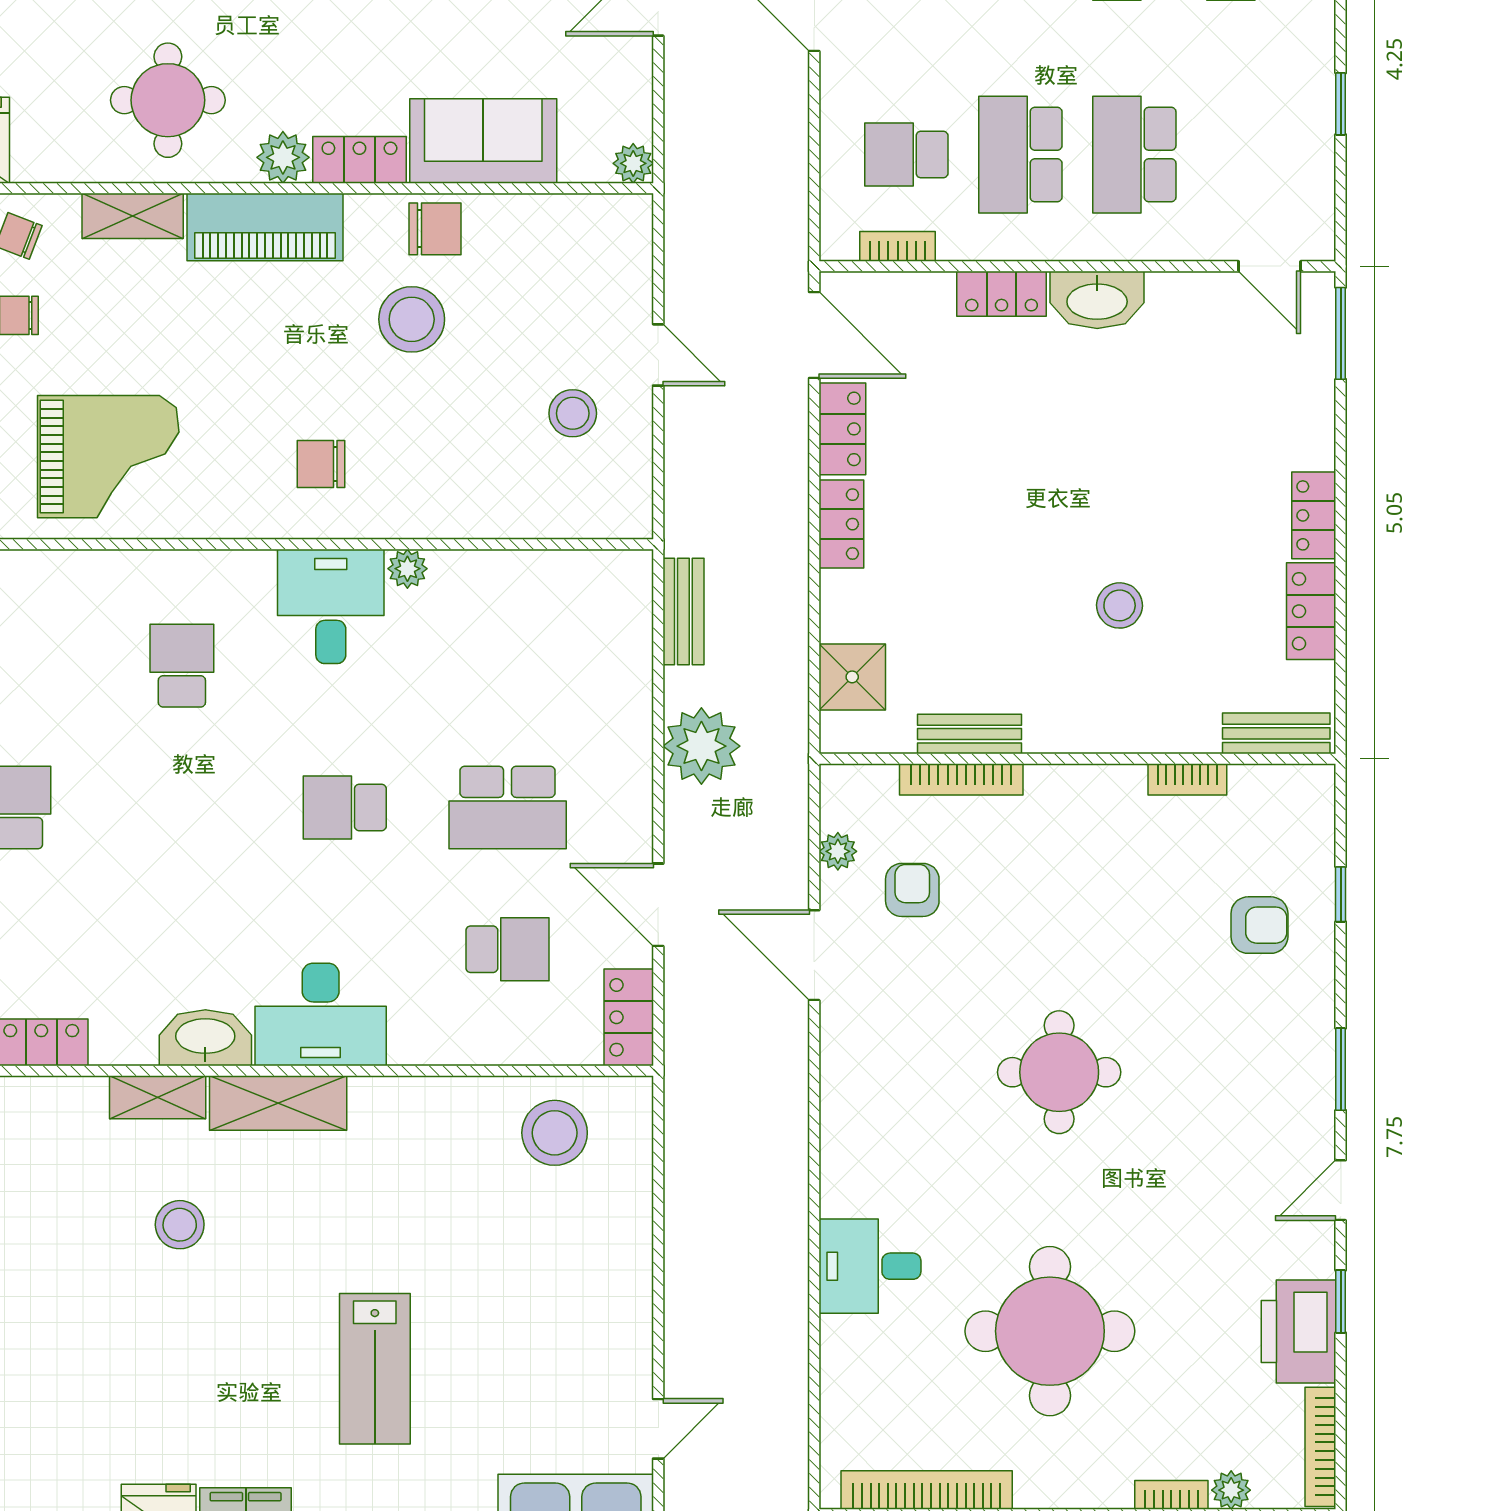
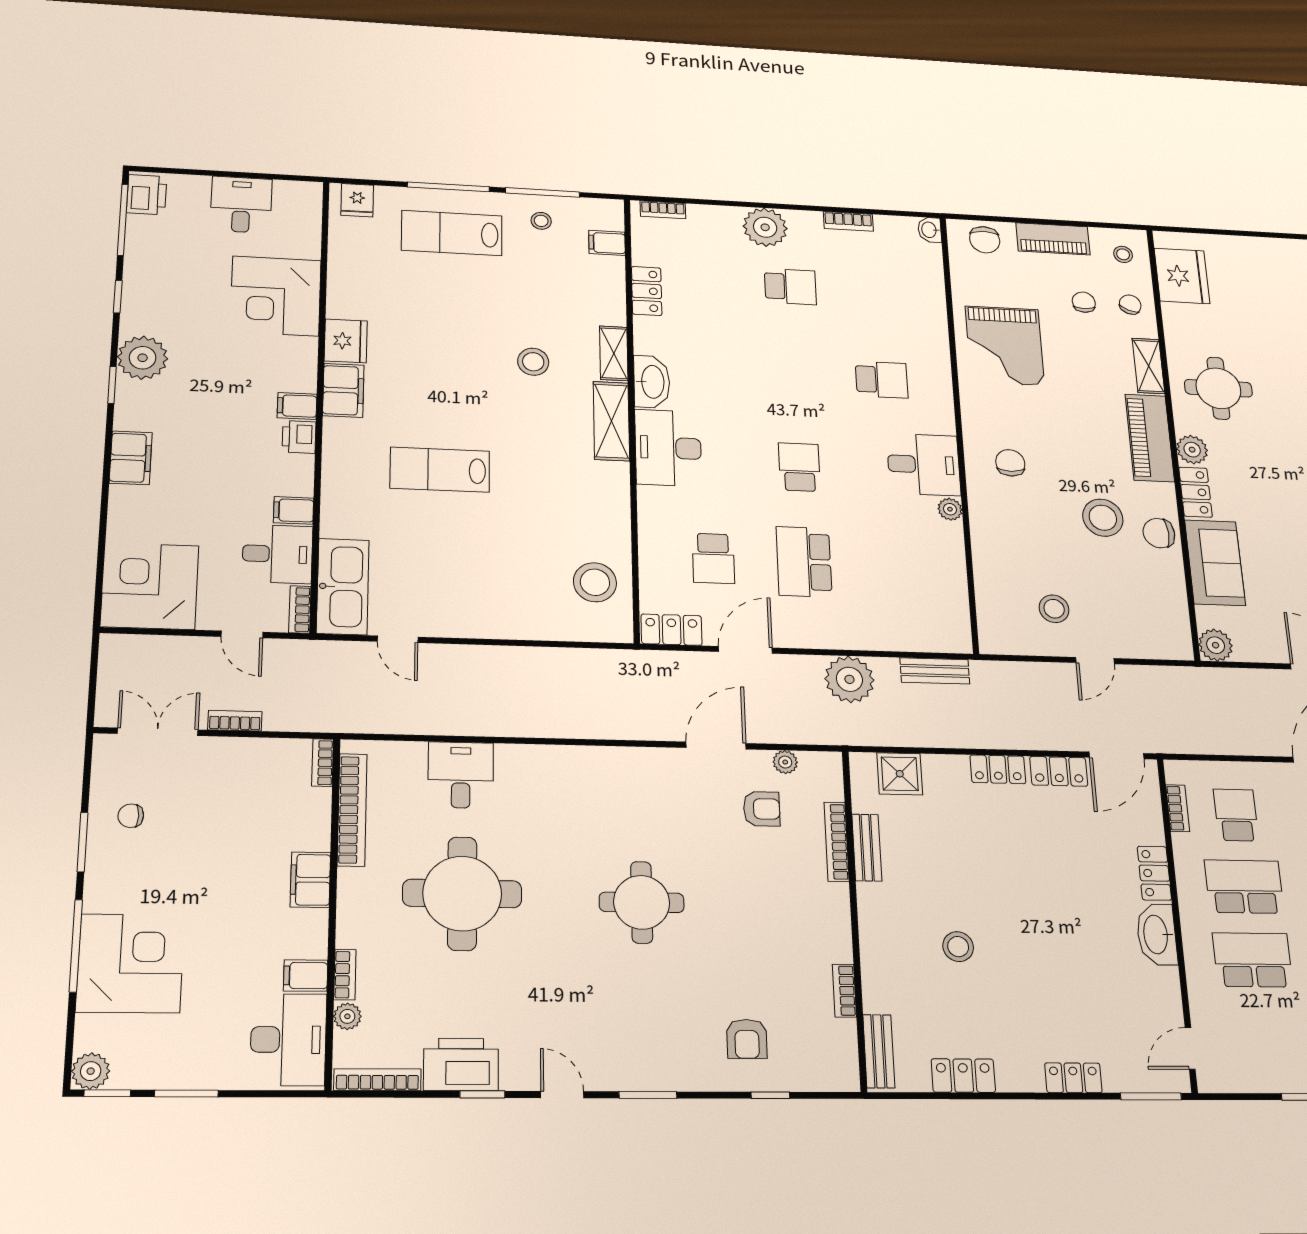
plant: (633, 163) -> (1216, 645), width x1.38, depth x1.38
chair: (435, 229) -> (1159, 533), turned 87
locker: (1314, 515) -> (1073, 1078), moved
desk: (870, 1266) -> (461, 775), moved

